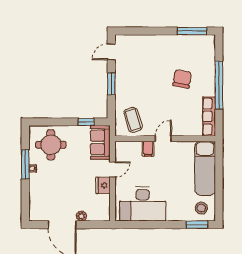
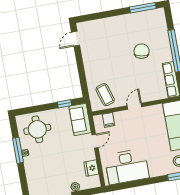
window: (111, 84) -> (81, 66), removed
filing cabinet: (148, 149) -> (109, 120), moved
fridge: (103, 185) -> (91, 168), moved

